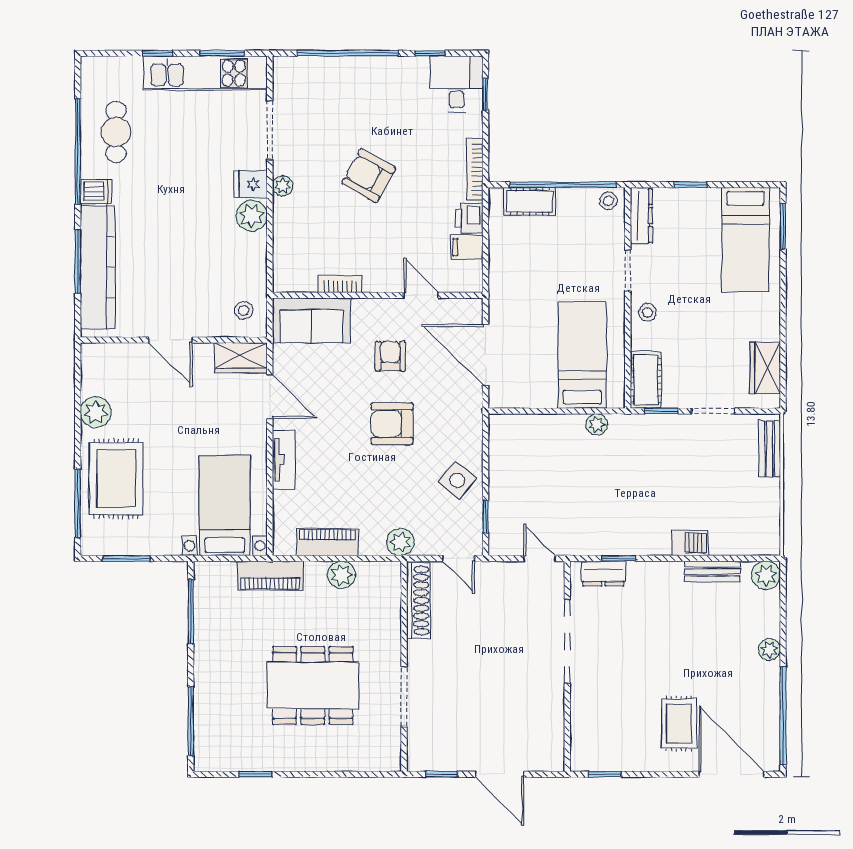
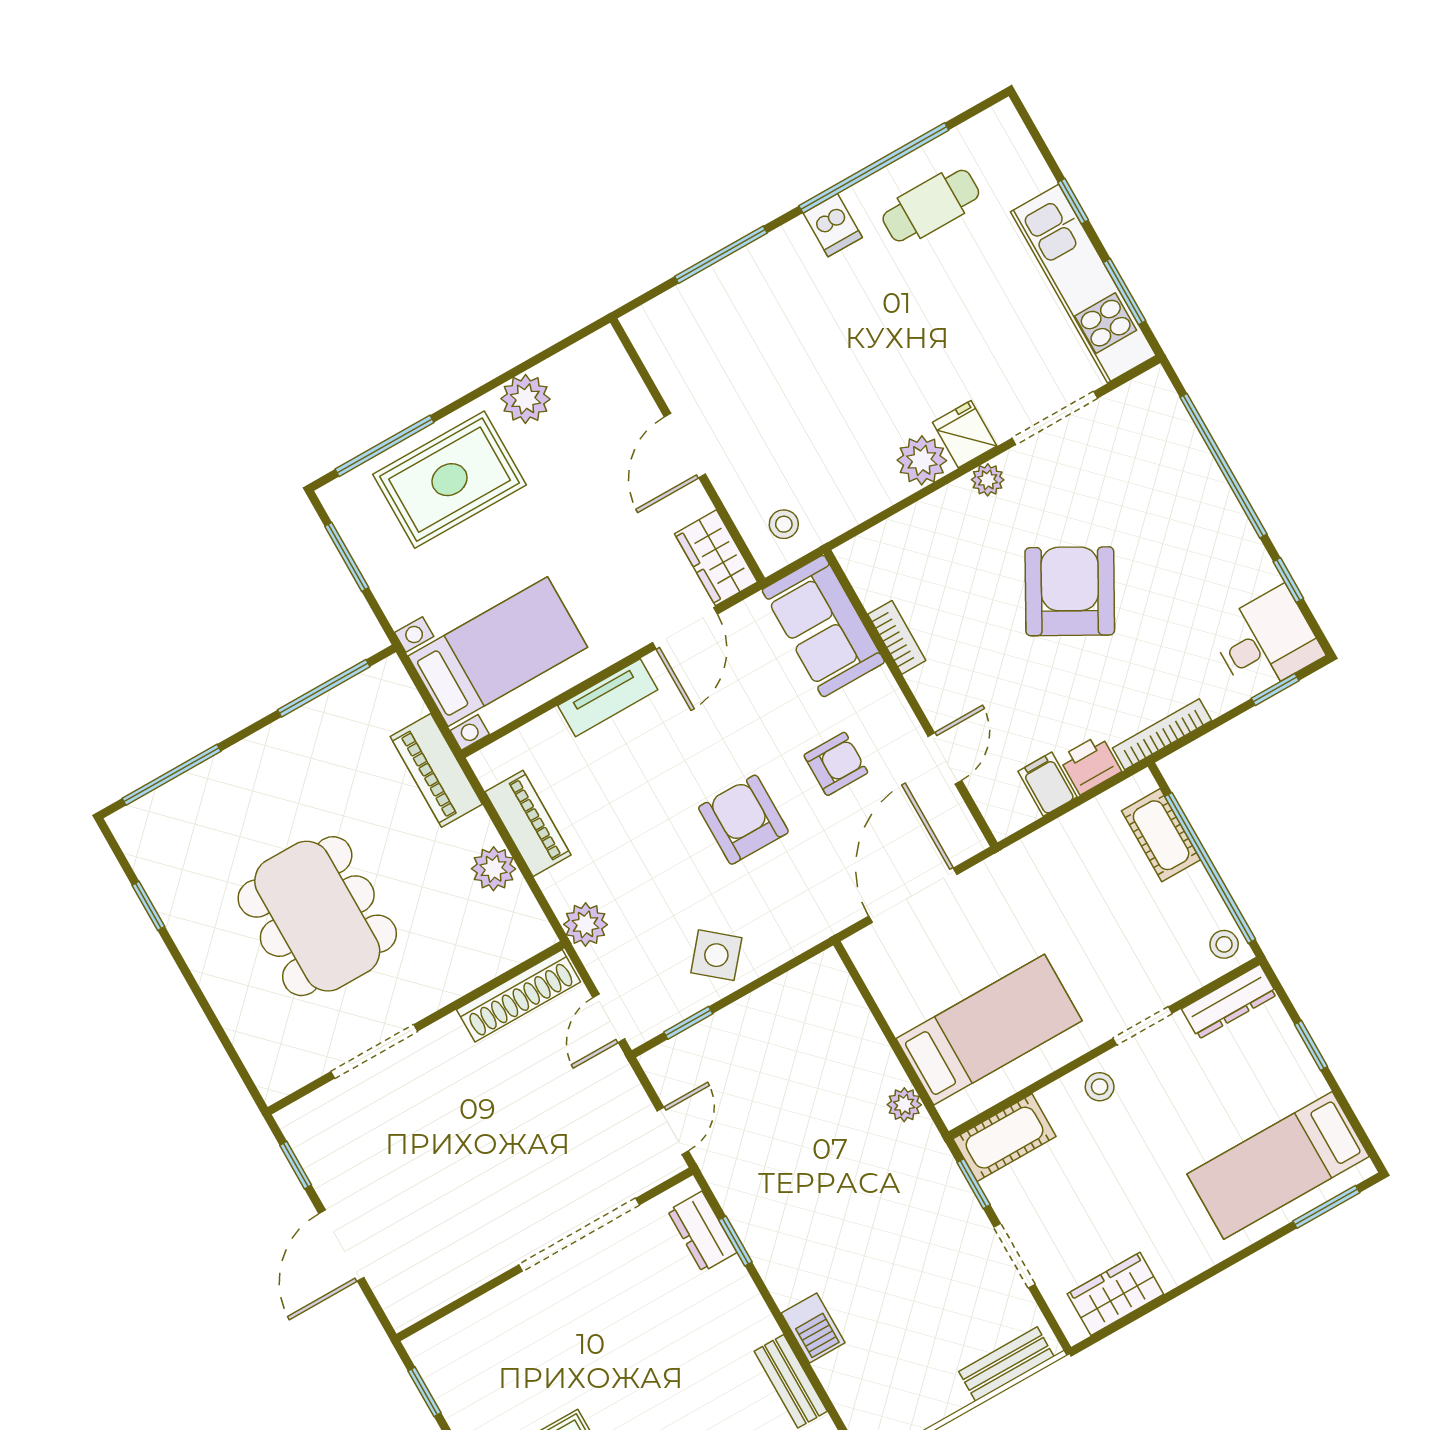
armchair: (369, 176) -> (1070, 591), width x1.36, depth x1.36
kitchen counter: (98, 267) -> (728, 287), removed

